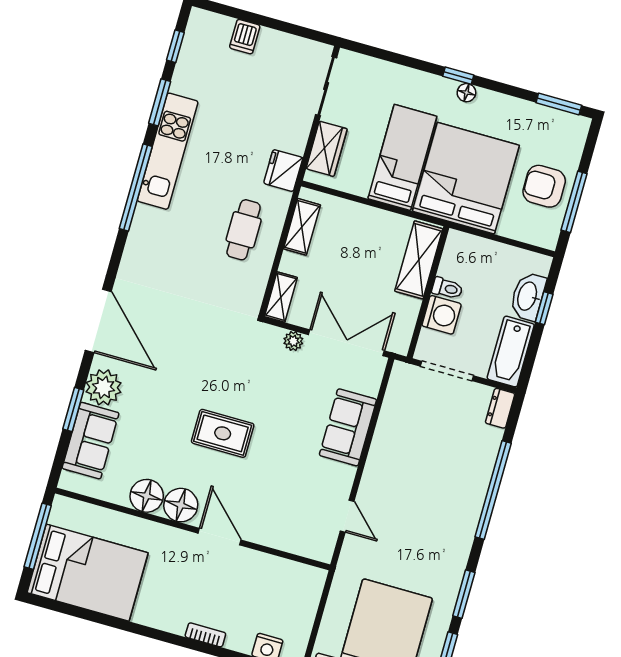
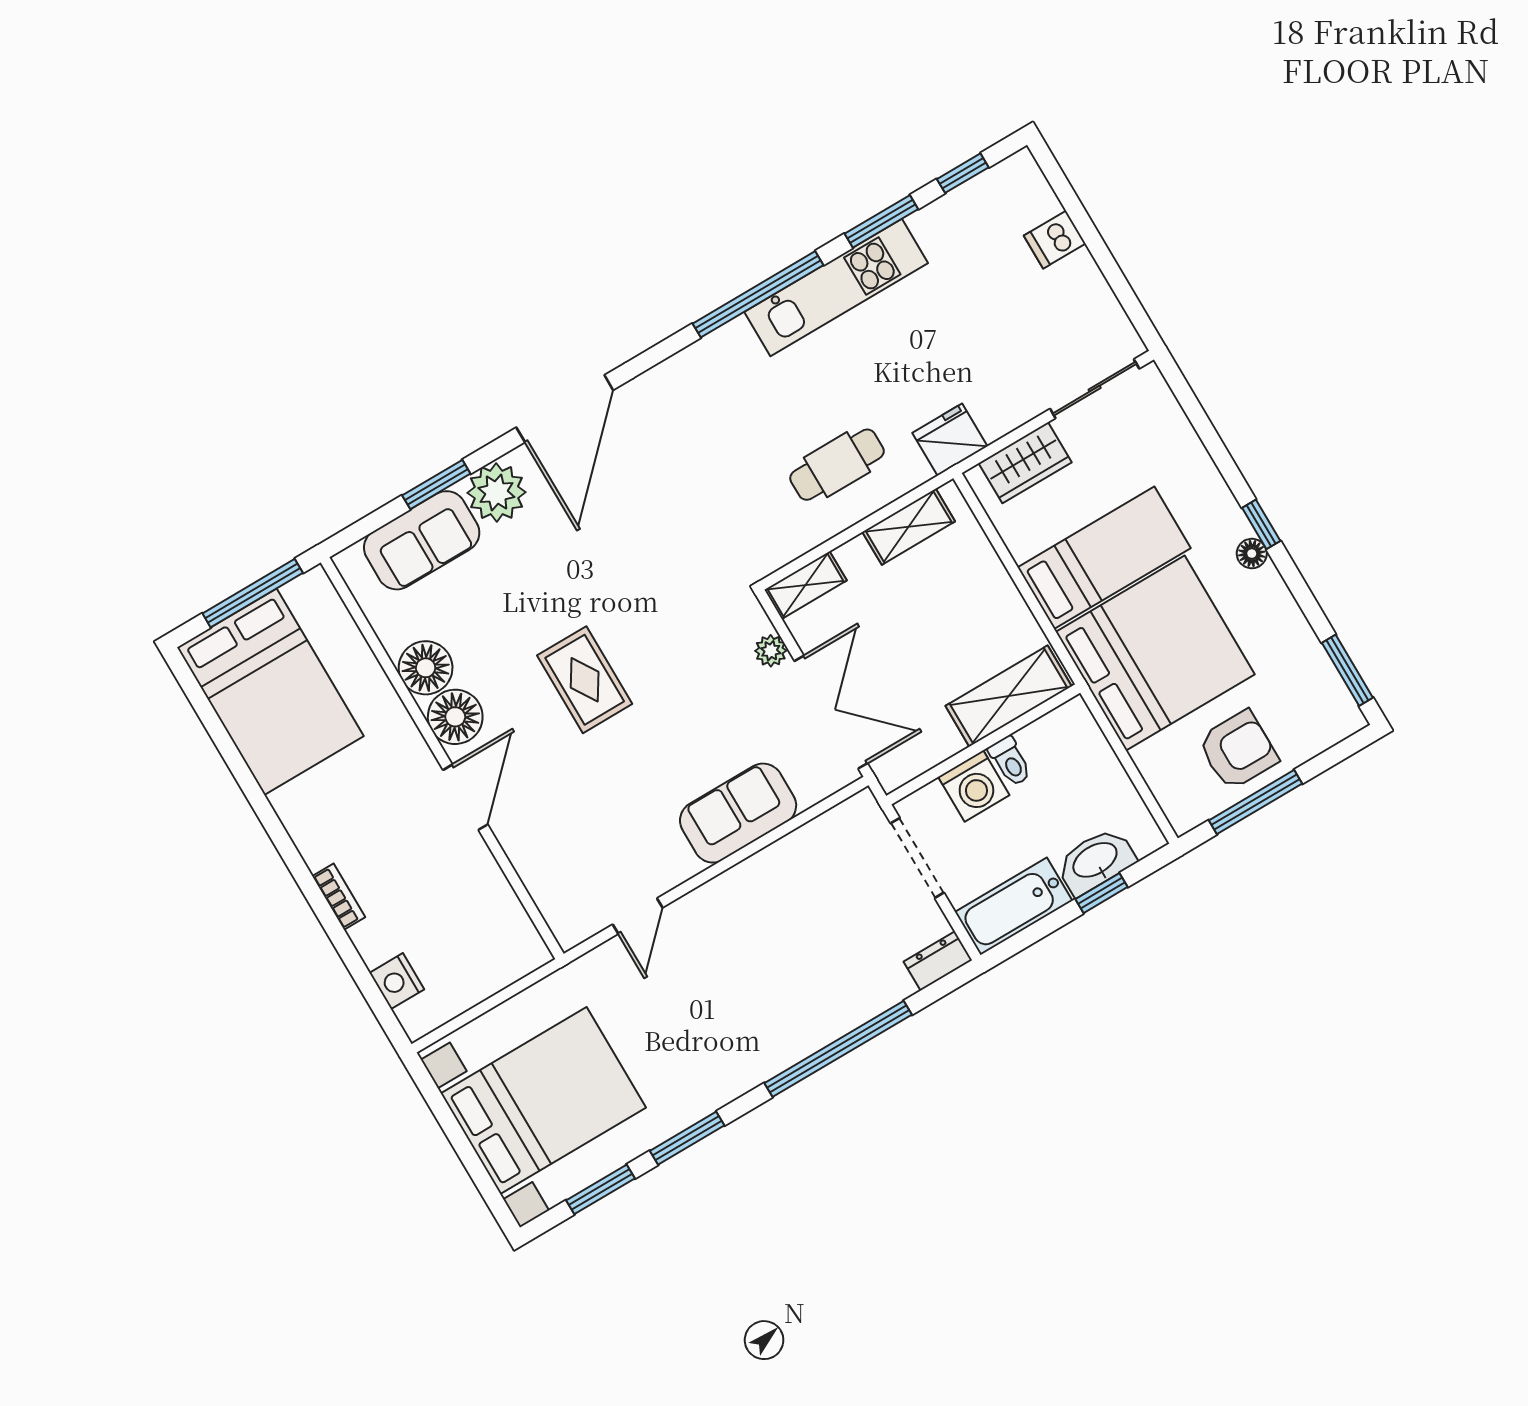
armchair: (544, 186) -> (1238, 750), turned 90

